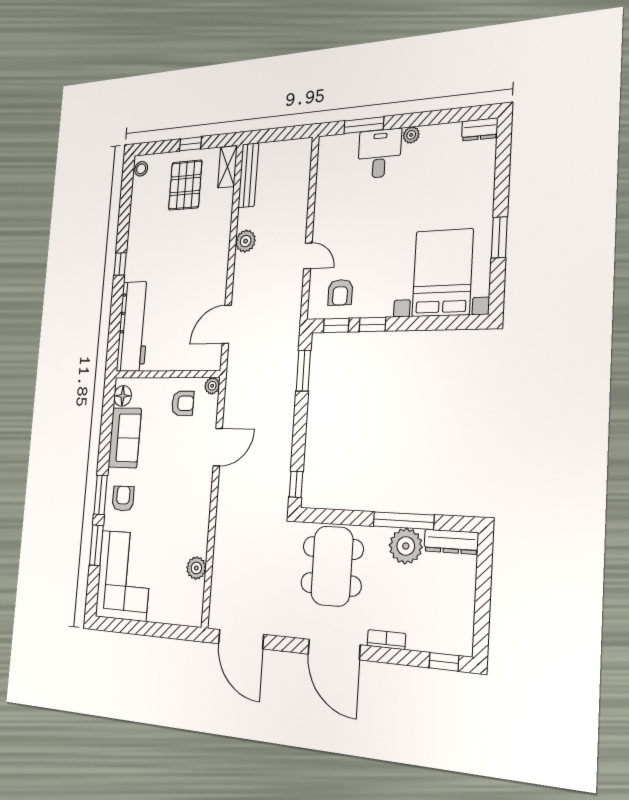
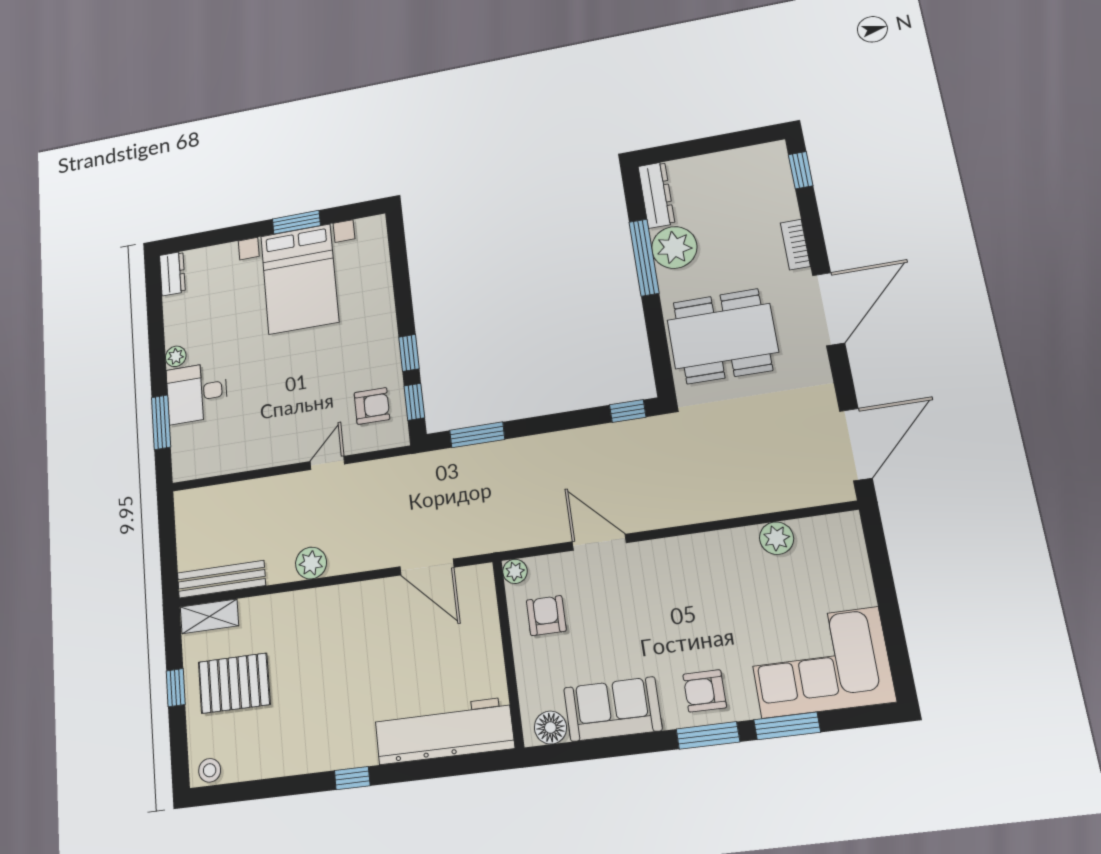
bed with nightstands: (442, 273) -> (299, 279), moved, turned -90

